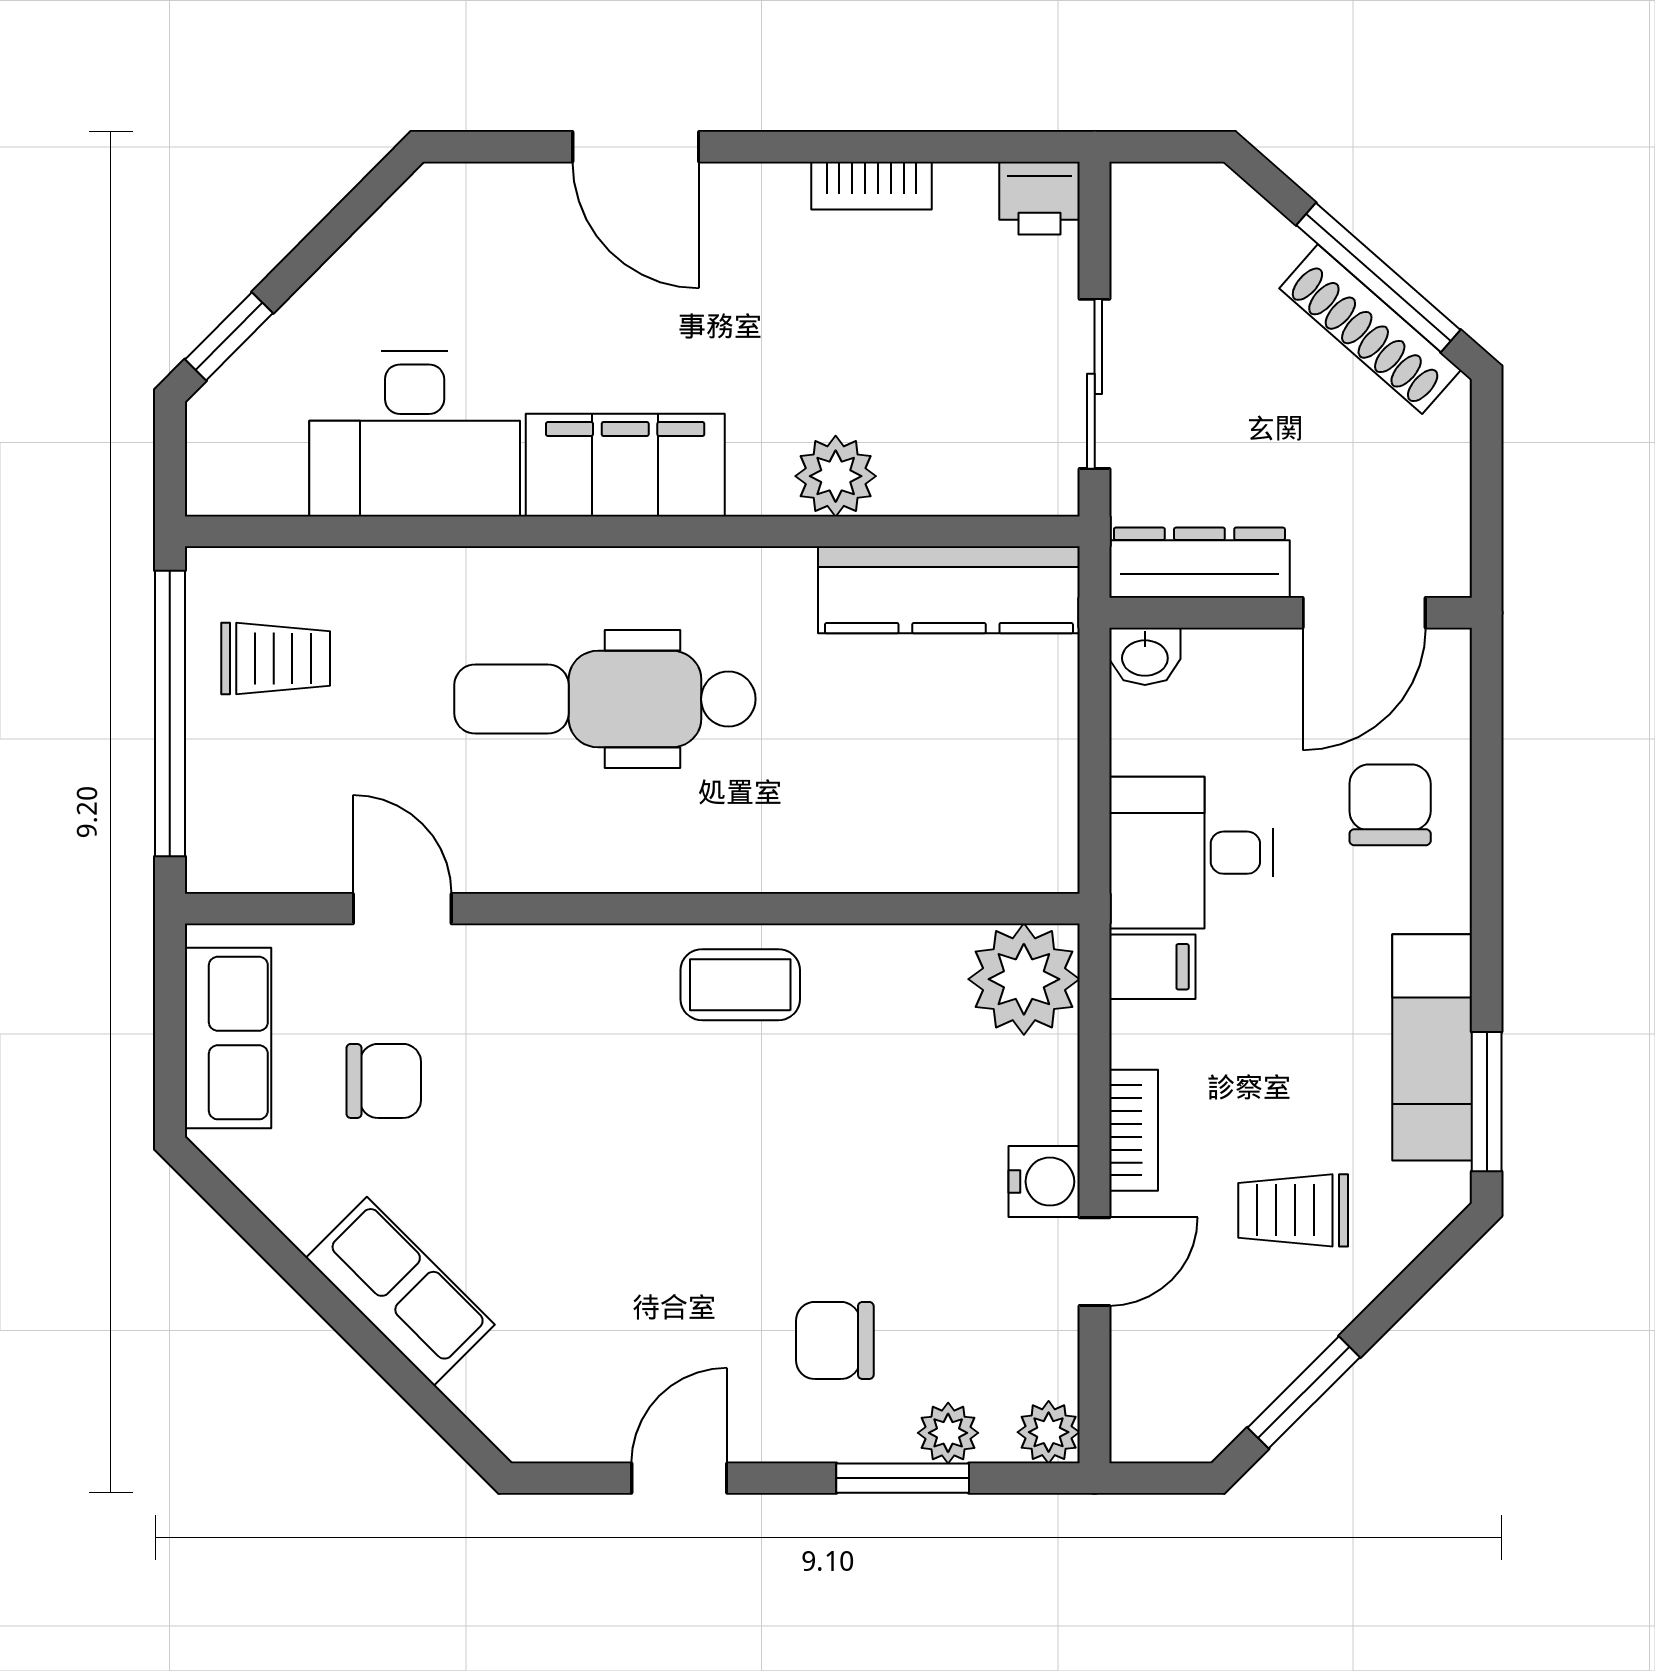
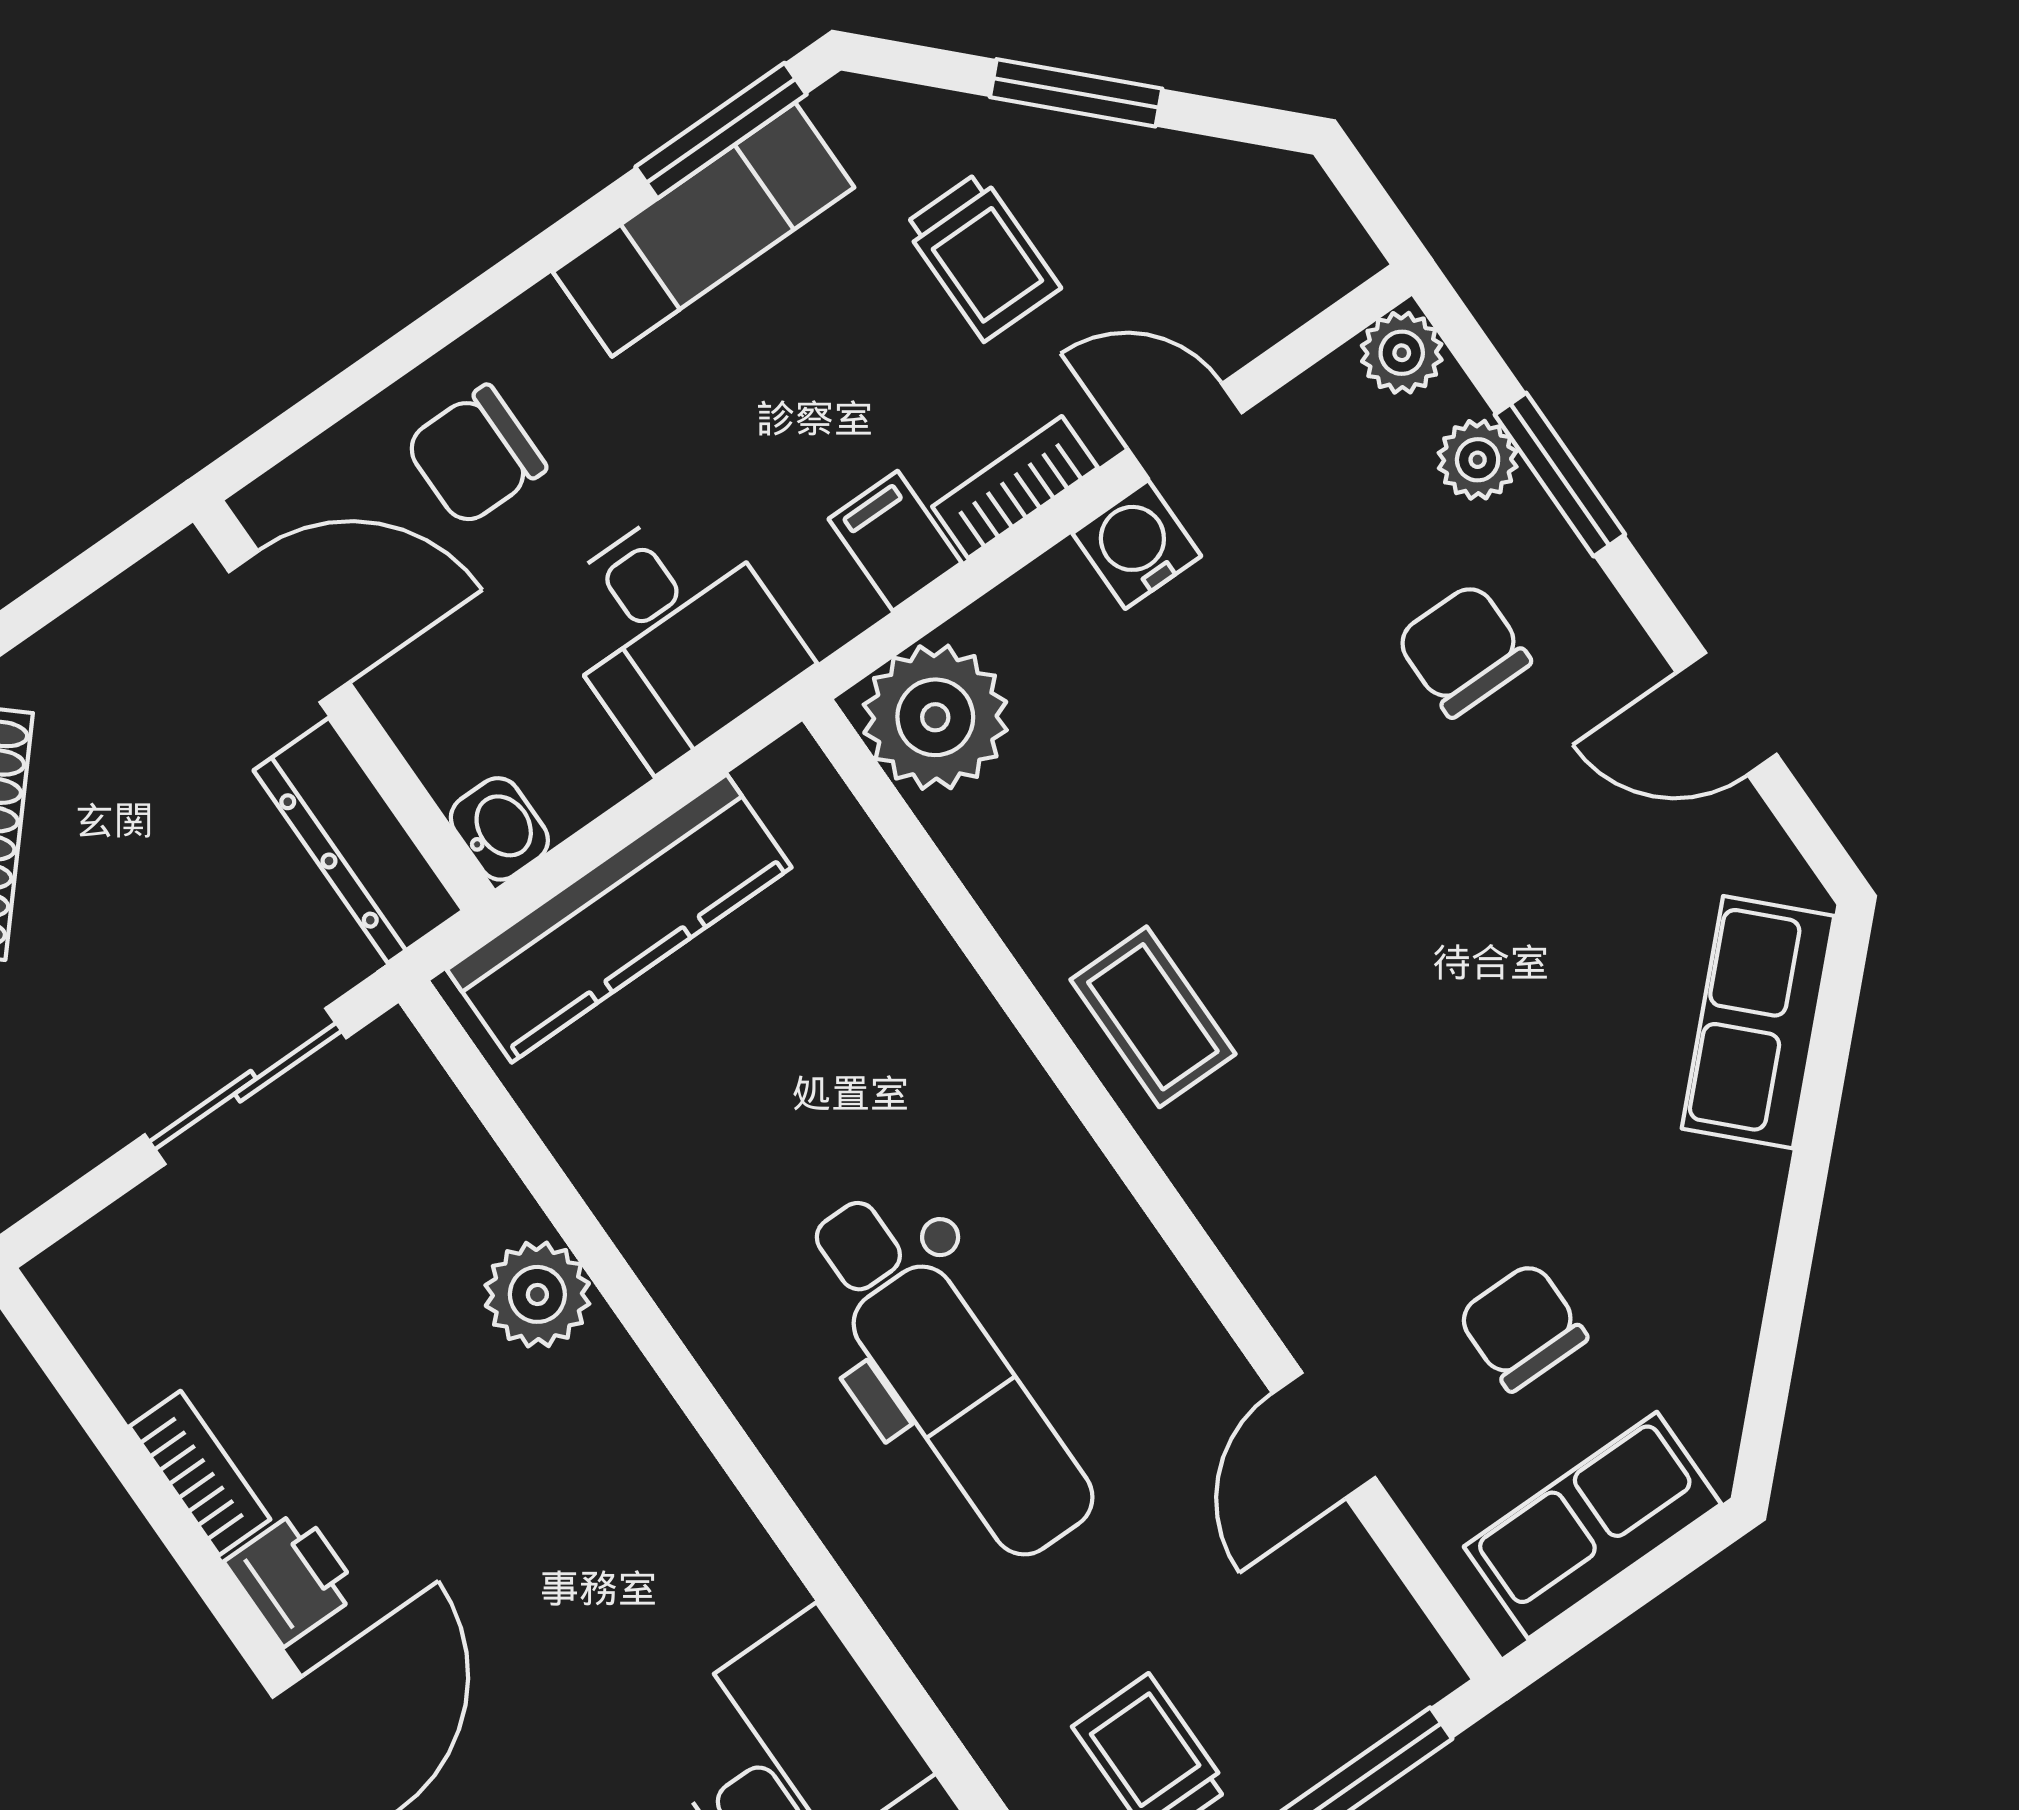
printer: (1040, 198) -> (292, 1577), moved
filing cabinet: (625, 465) -> (683, 1528), removed
kitchen counter: (949, 590) -> (619, 918), moved, turned 90
filing cabinet: (1152, 967) -> (895, 541), moved
row of seats: (400, 1291) -> (1758, 1022), moved
chair: (835, 1340) -> (1463, 650), turned 180
window: (1304, 1392) -> (1076, 93), moved

